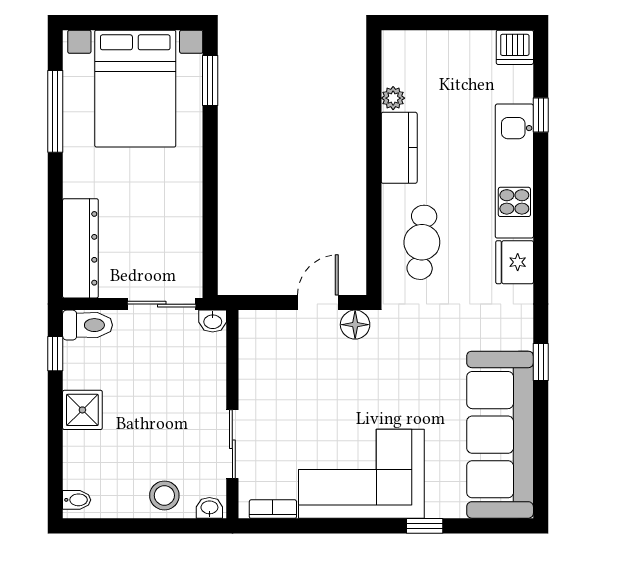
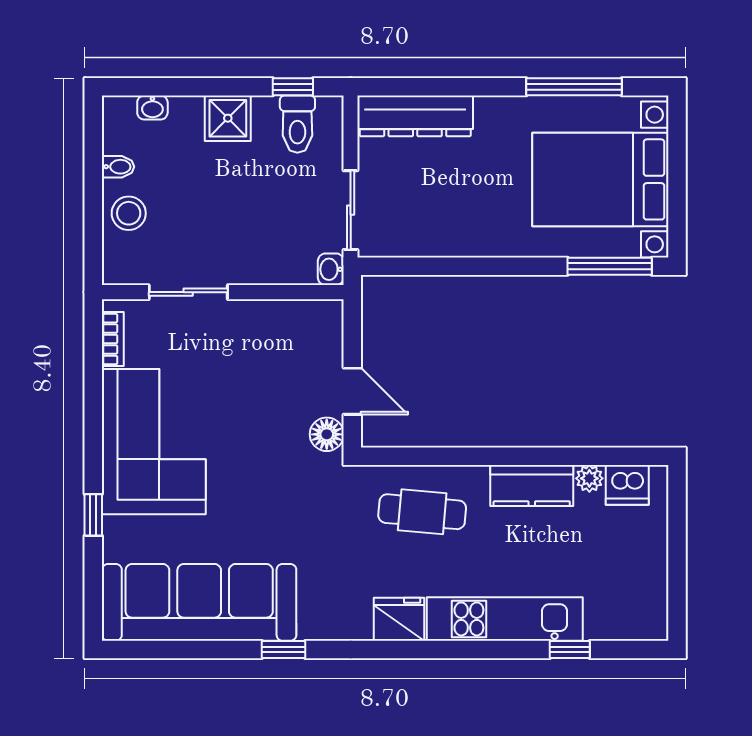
dishwasher: (515, 47) -> (627, 485), moved, turned -90
window: (210, 81) -> (610, 266), width x1.44
toilet: (87, 325) -> (297, 124), moved
bidet: (77, 500) -> (118, 167), moved, turned -90
washbasin: (209, 508) -> (152, 108), moved, turned 90

